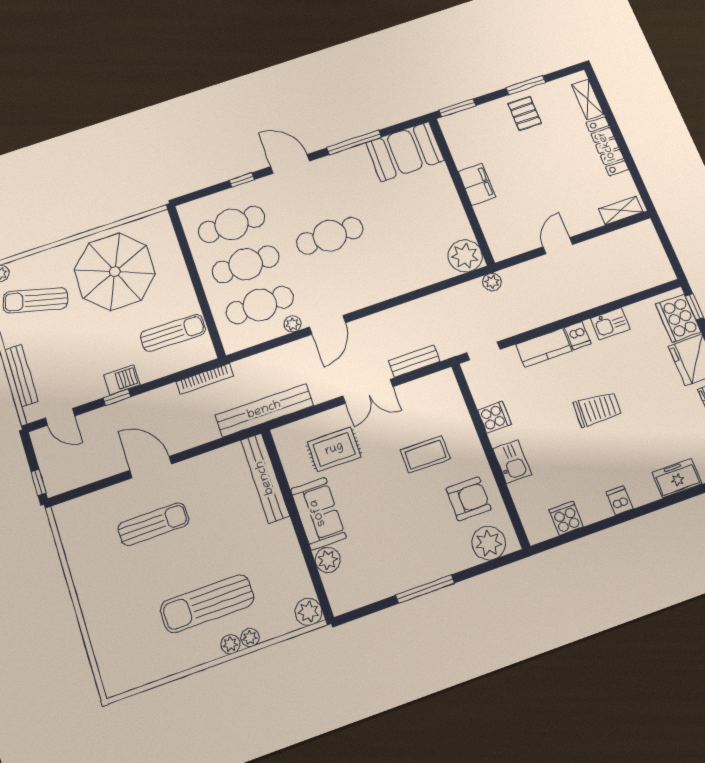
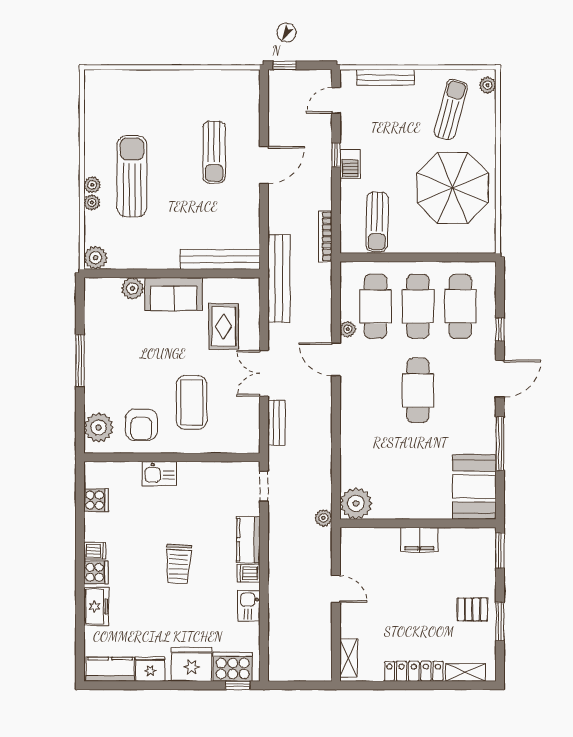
cooker: (494, 417) -> (96, 572), moved, turned -90
coffee table: (425, 454) -> (192, 402), width x1.36, depth x1.32

